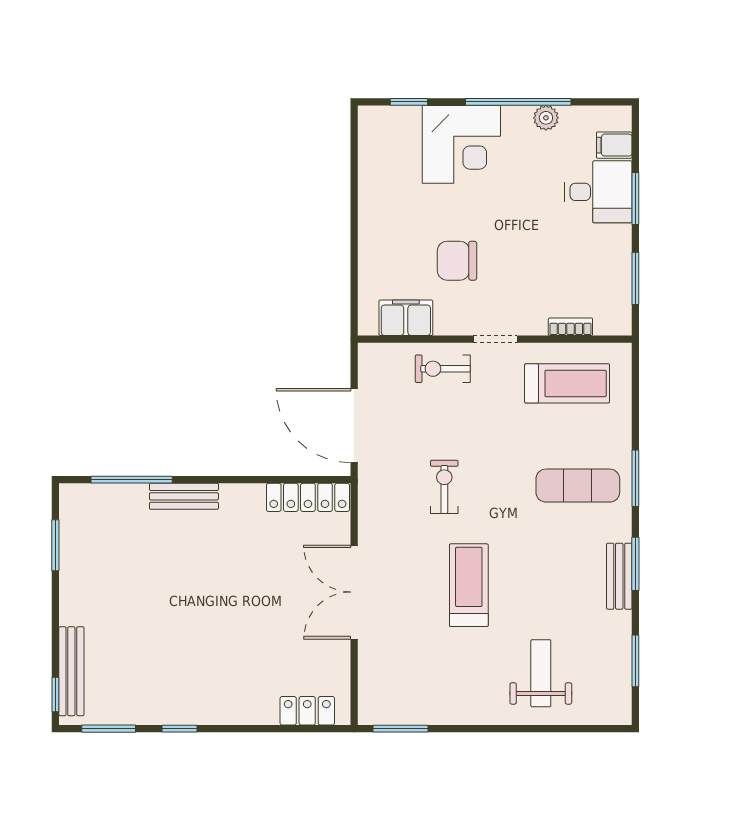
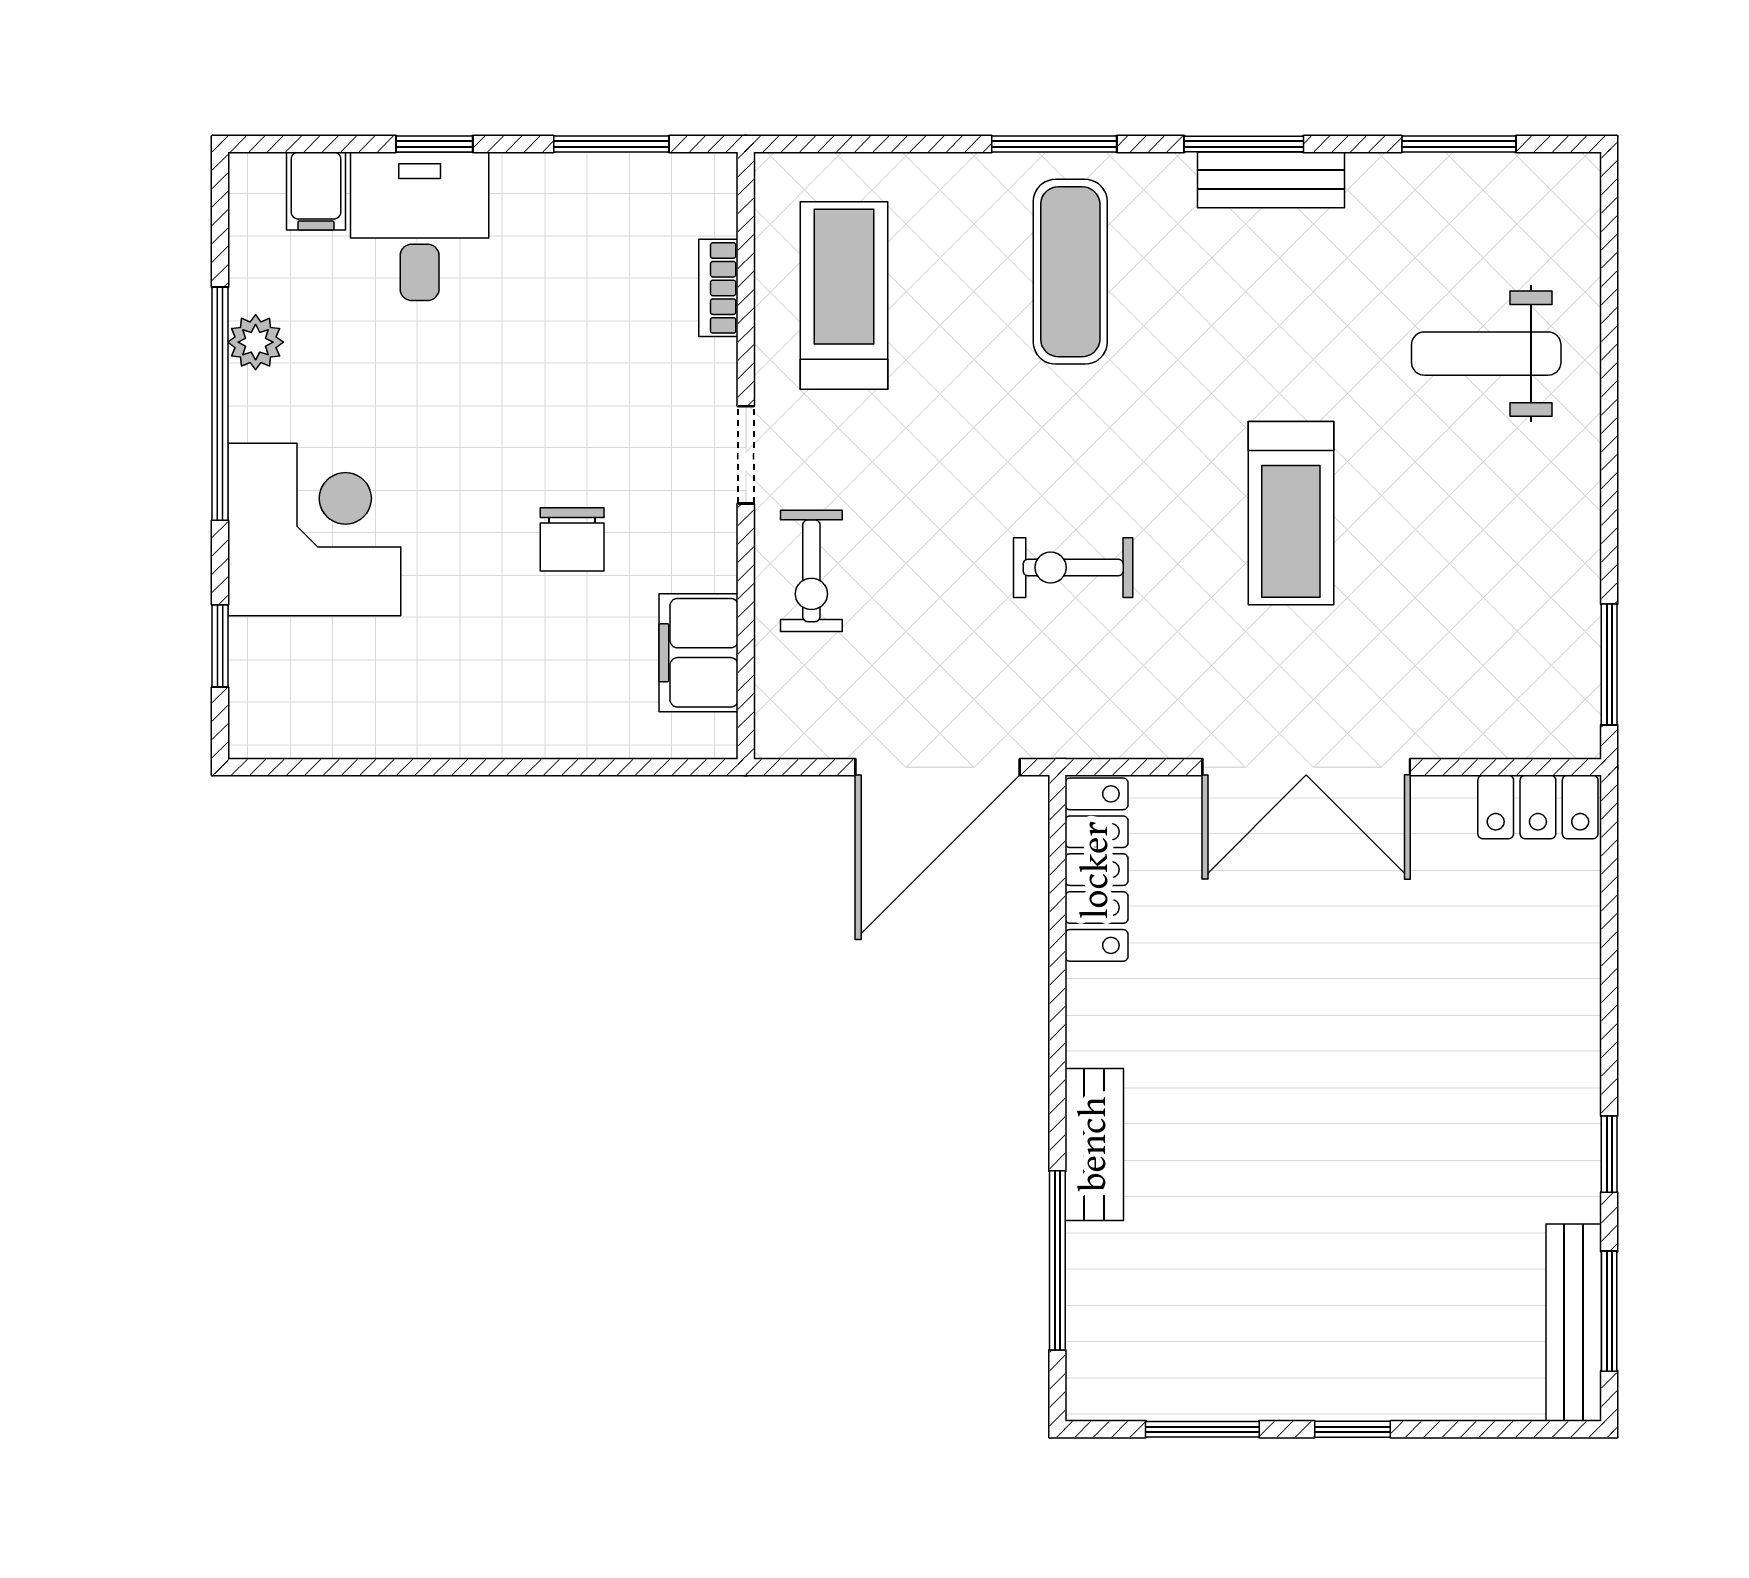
window: (635, 199) -> (434, 144), width x0.67
chair: (457, 261) -> (572, 539), width x0.73, depth x0.73
treadmill: (469, 585) -> (1291, 513), turned -90
bench: (71, 671) -> (1574, 1323), moved, turned 90
window: (55, 695) -> (1353, 1429), moved
locker: (307, 711) -> (1538, 807), moved, turned -90

